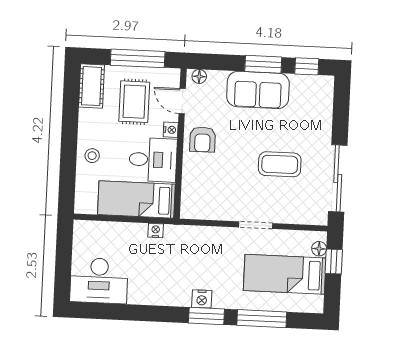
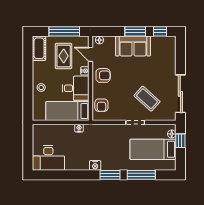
armchair: (203, 139) -> (103, 75), turned -90
coffee table: (280, 164) -> (147, 99), moved, turned 42
armchair: (197, 192) -> (101, 105), added
nightstand: (202, 299) -> (95, 165), moved

